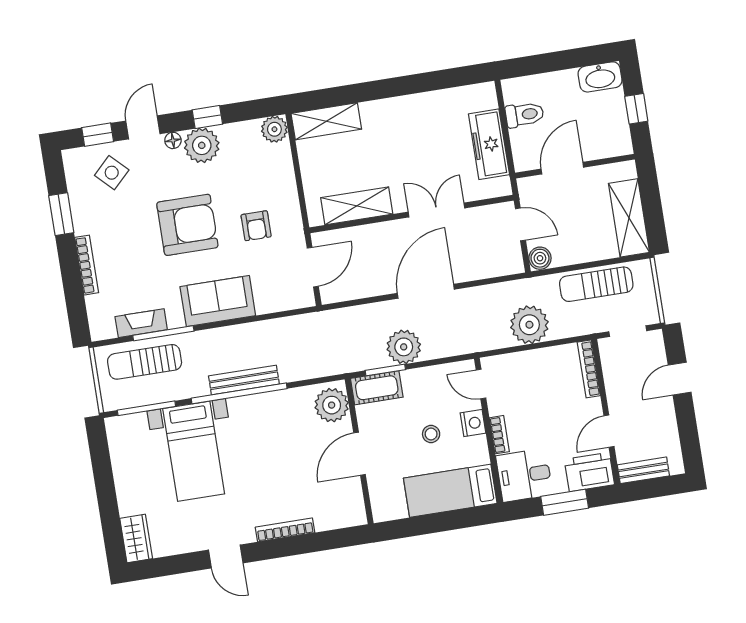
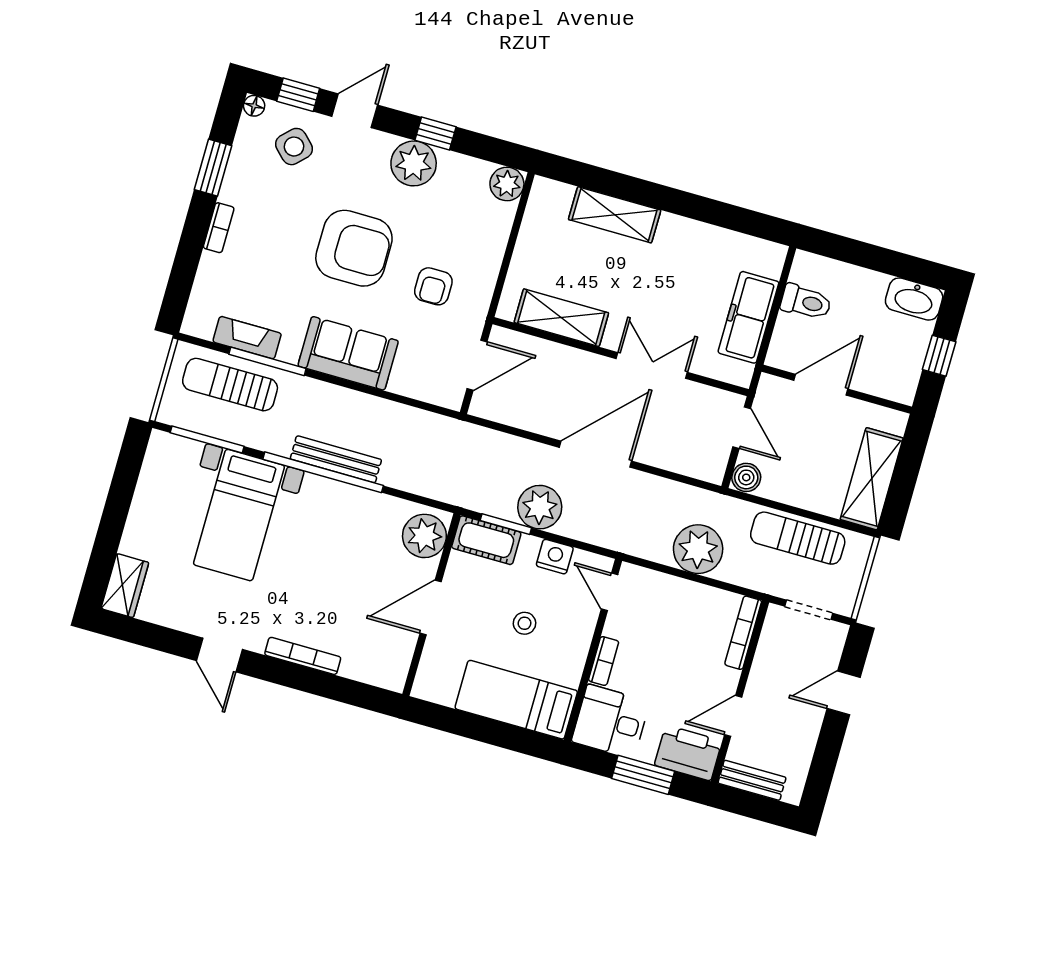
shelving: (326, 121) -> (615, 215), moved
floor lamp: (173, 140) -> (254, 106), moved
bookcase: (87, 265) -> (219, 228), width x0.64
nightstand: (473, 423) -> (555, 557), moved, turned -90

